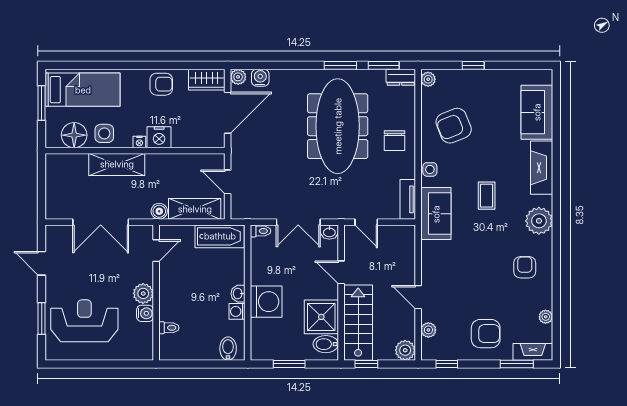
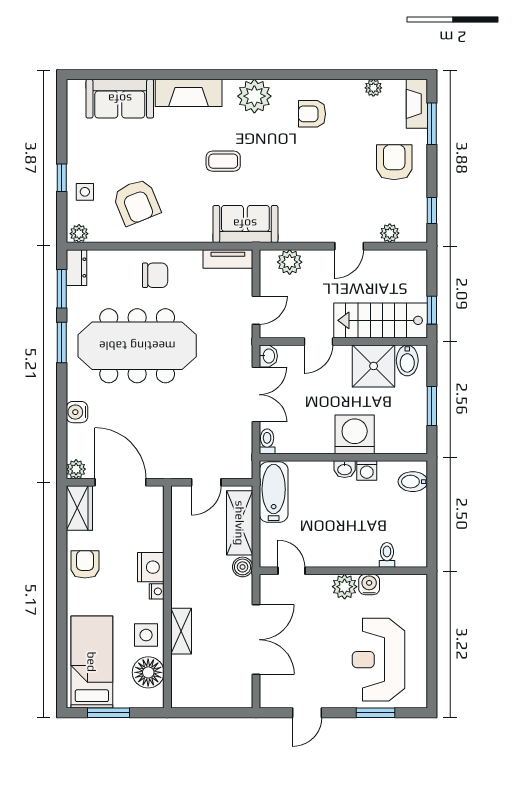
water cooler: (260, 78) -> (77, 412), moved
shelving: (117, 164) -> (181, 631), width x0.67, depth x0.75
side table: (430, 169) -> (85, 192), moved
plant: (405, 350) -> (290, 262), moved

